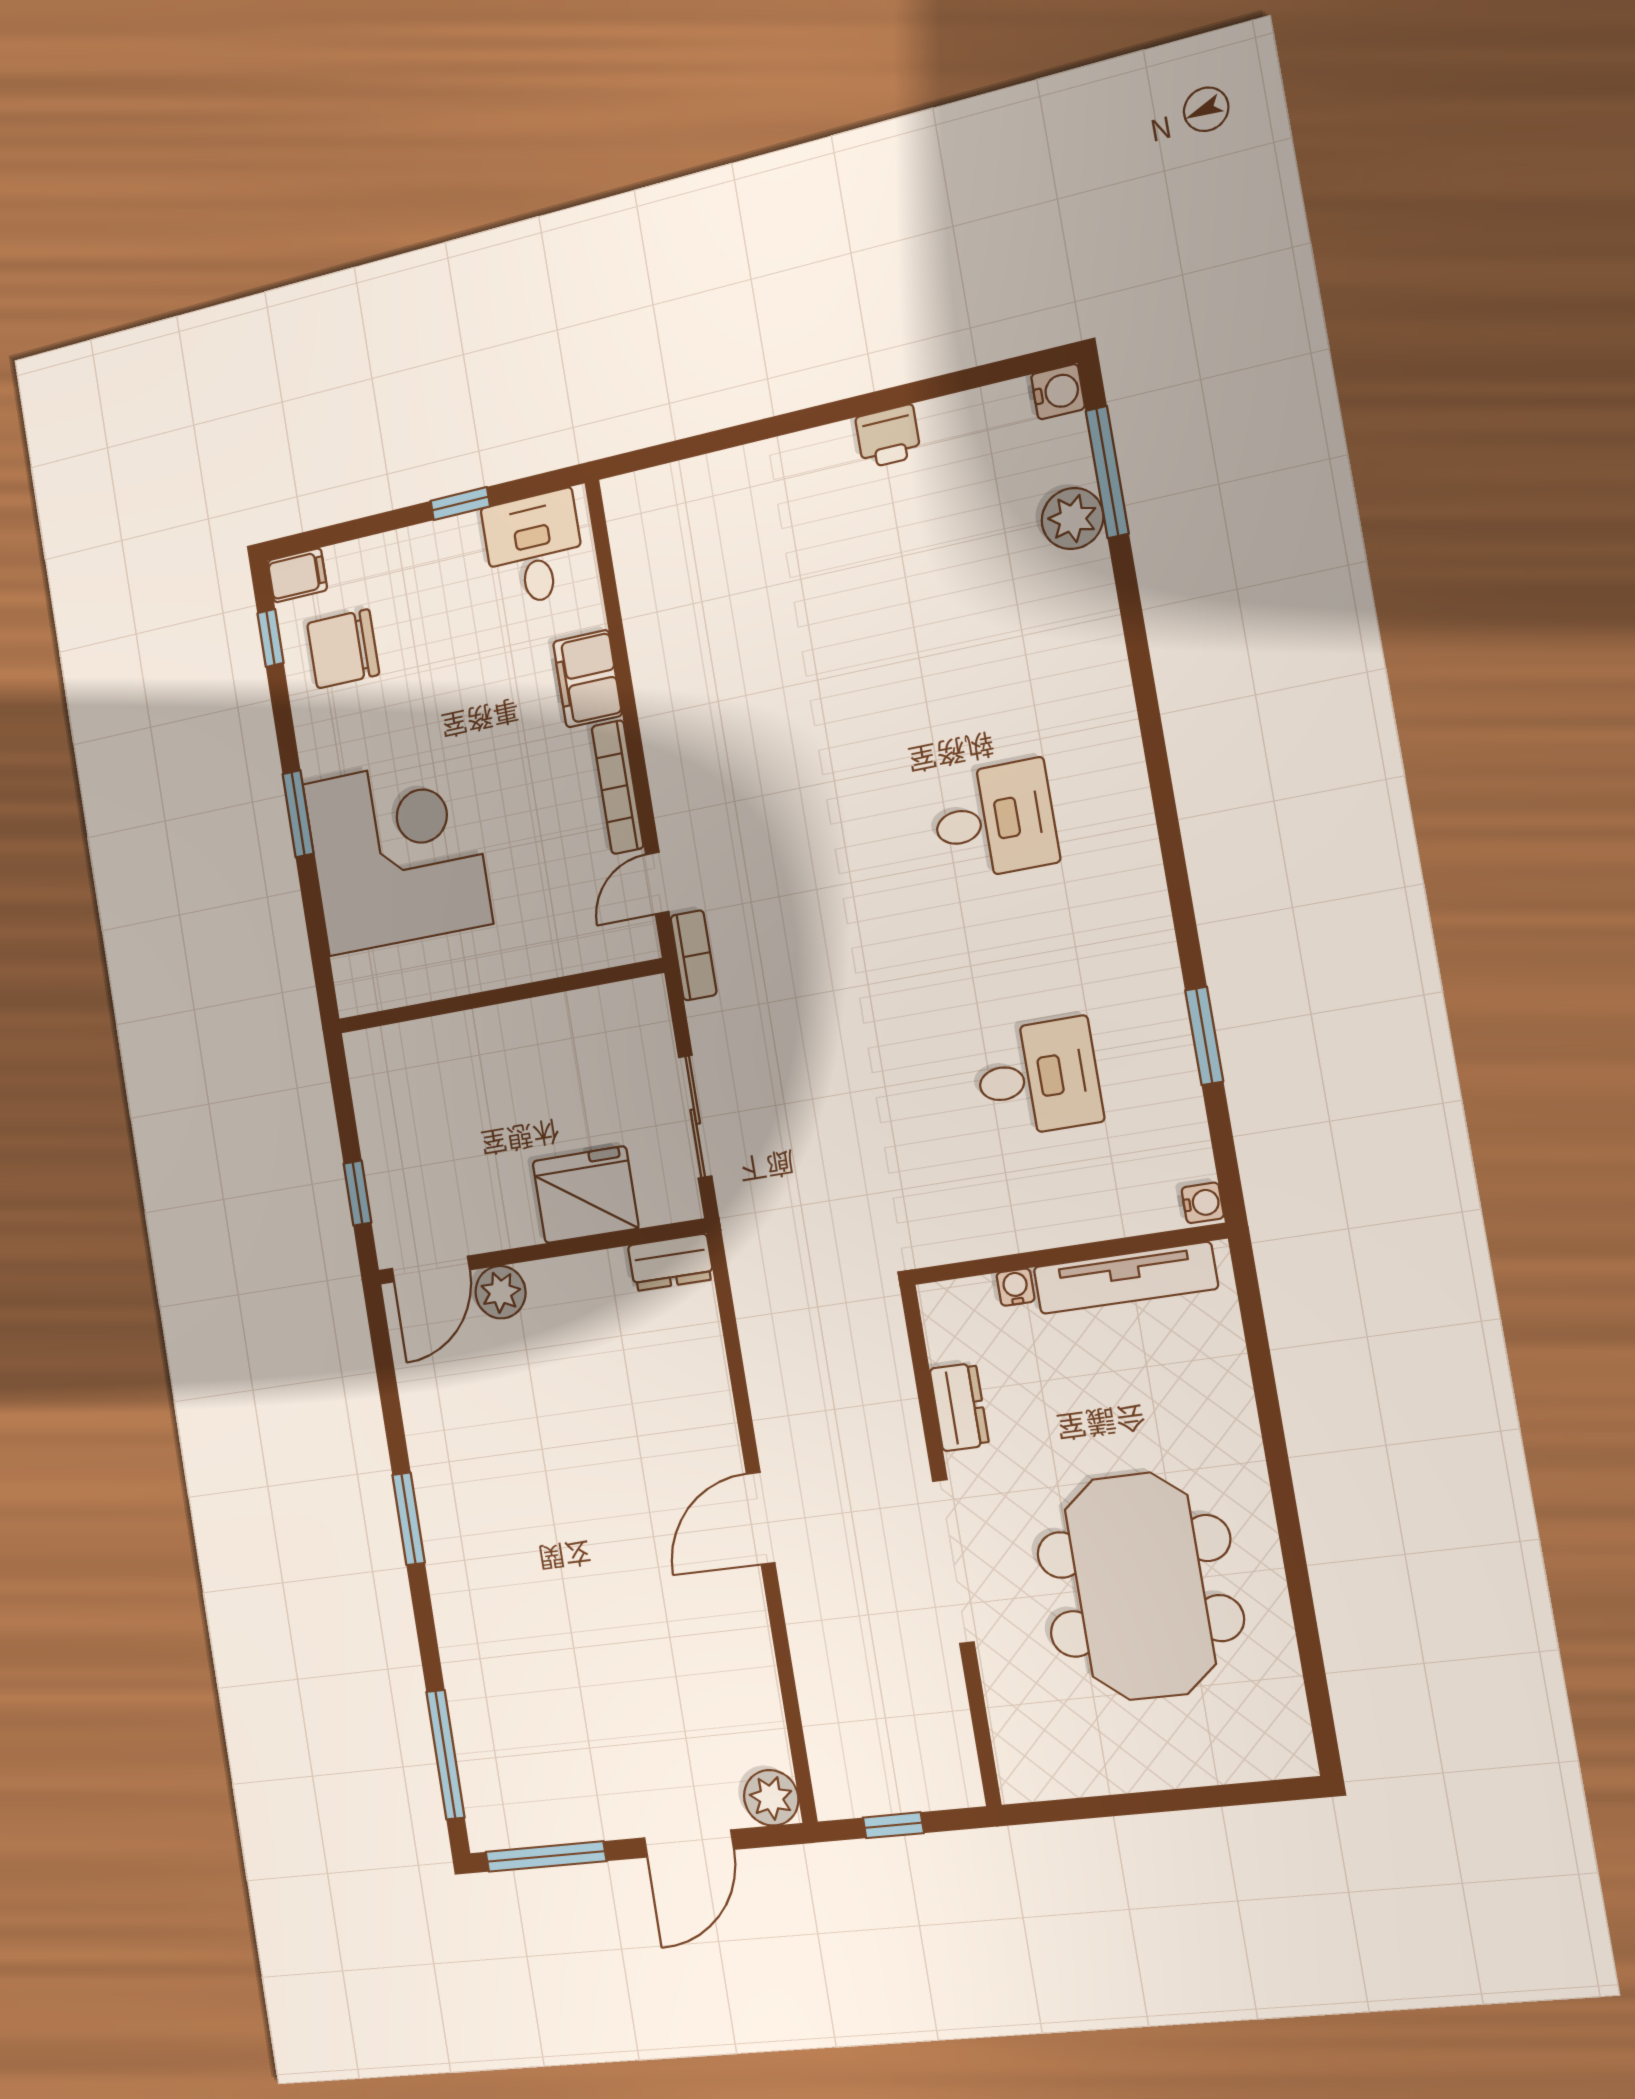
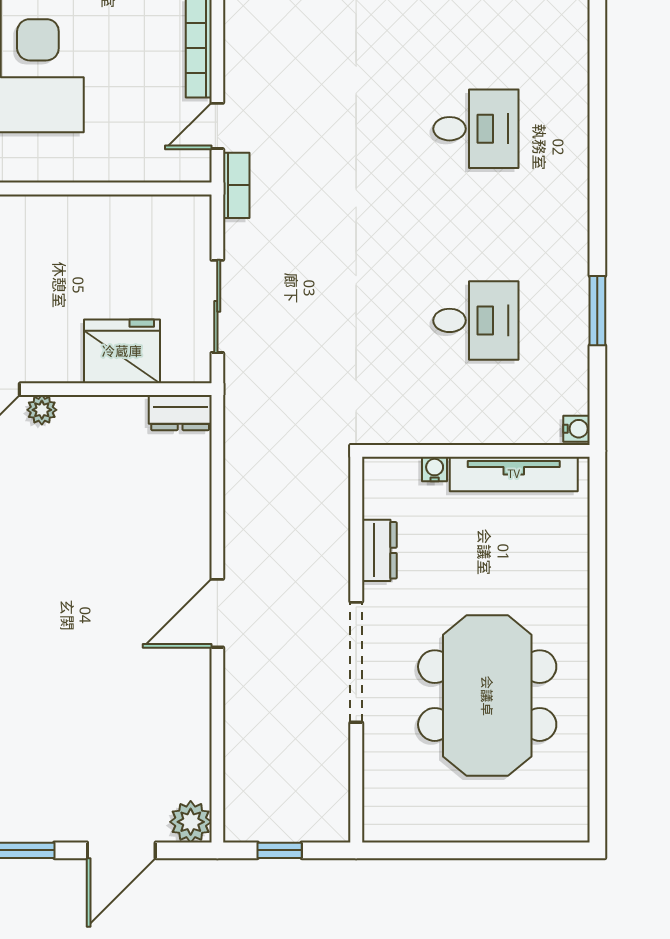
plant: (501, 1292) -> (42, 410), width x0.73, depth x0.73

